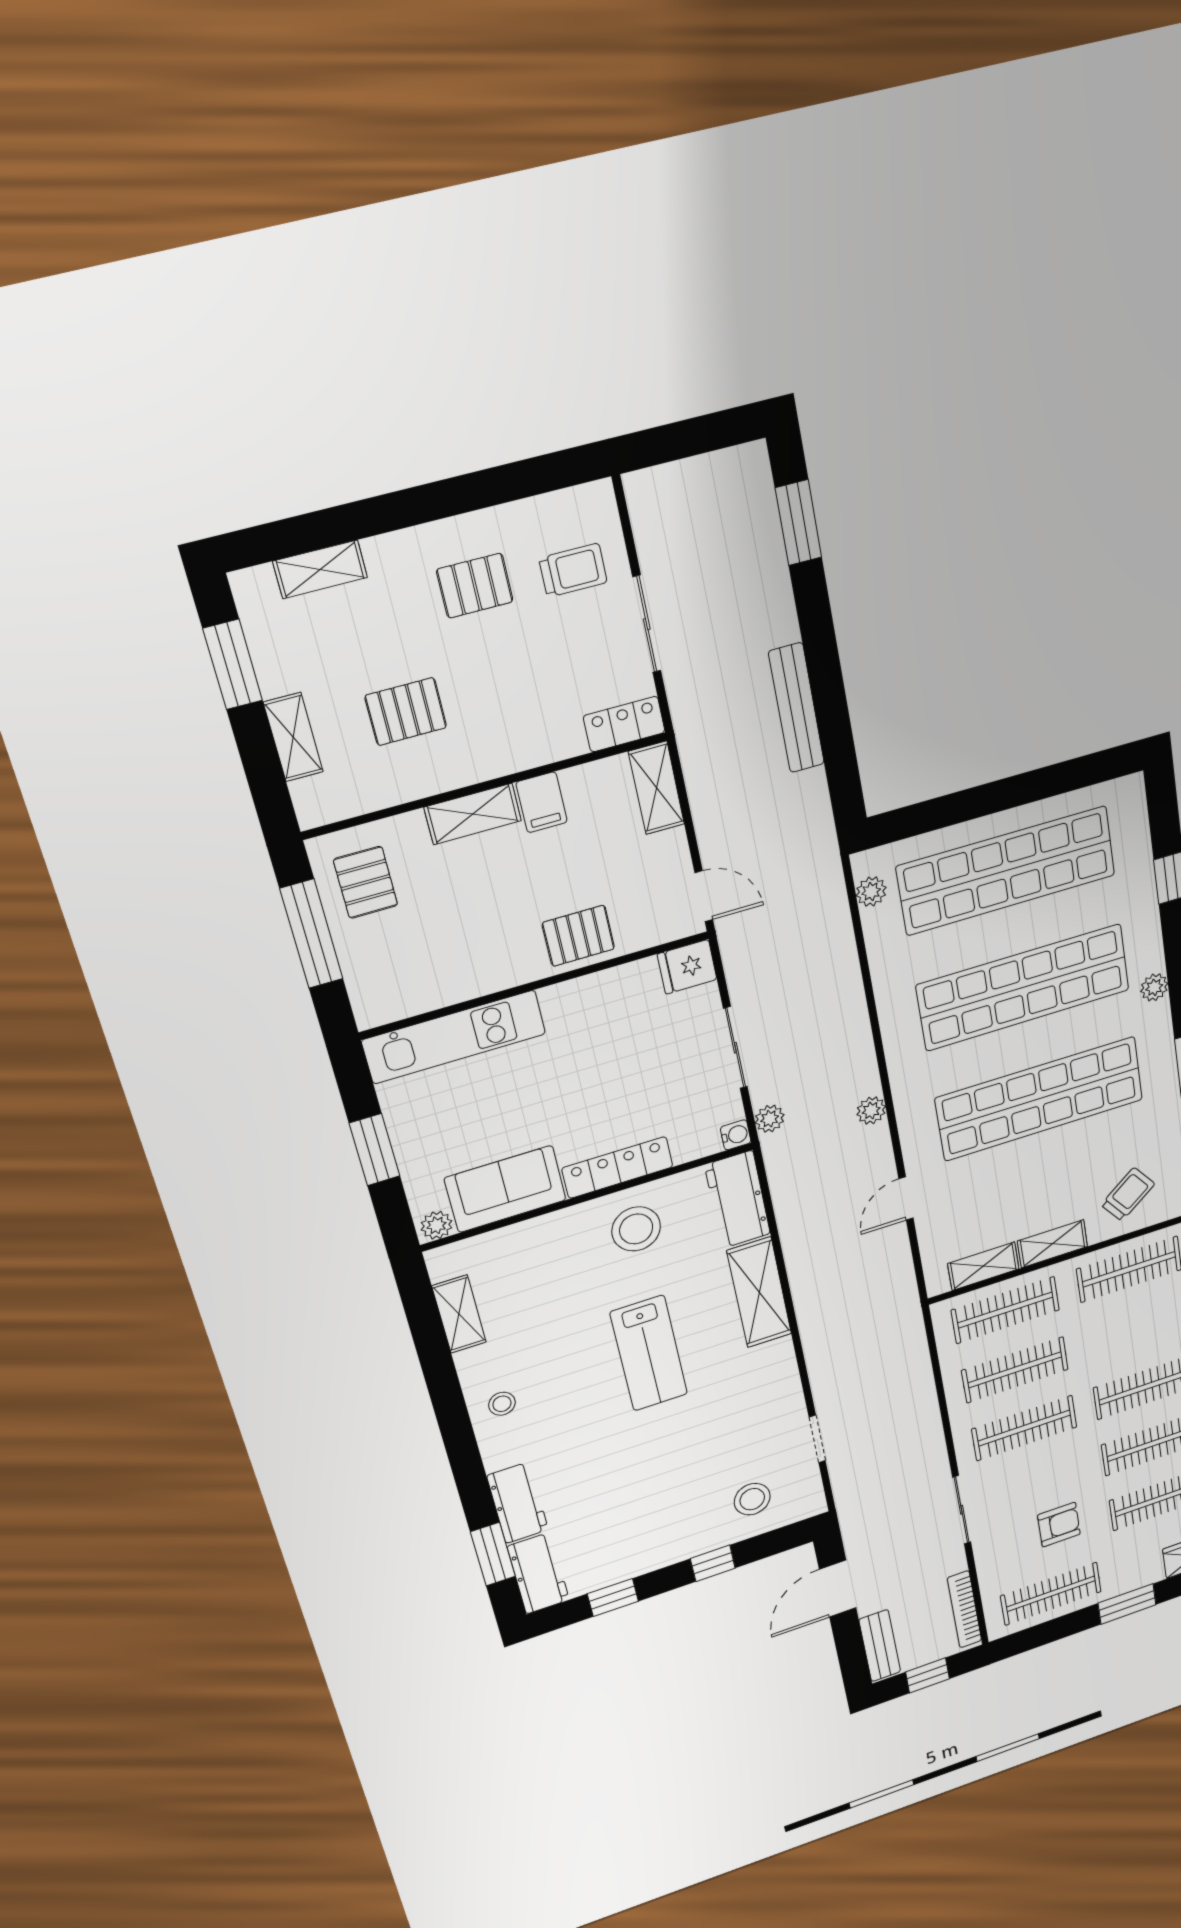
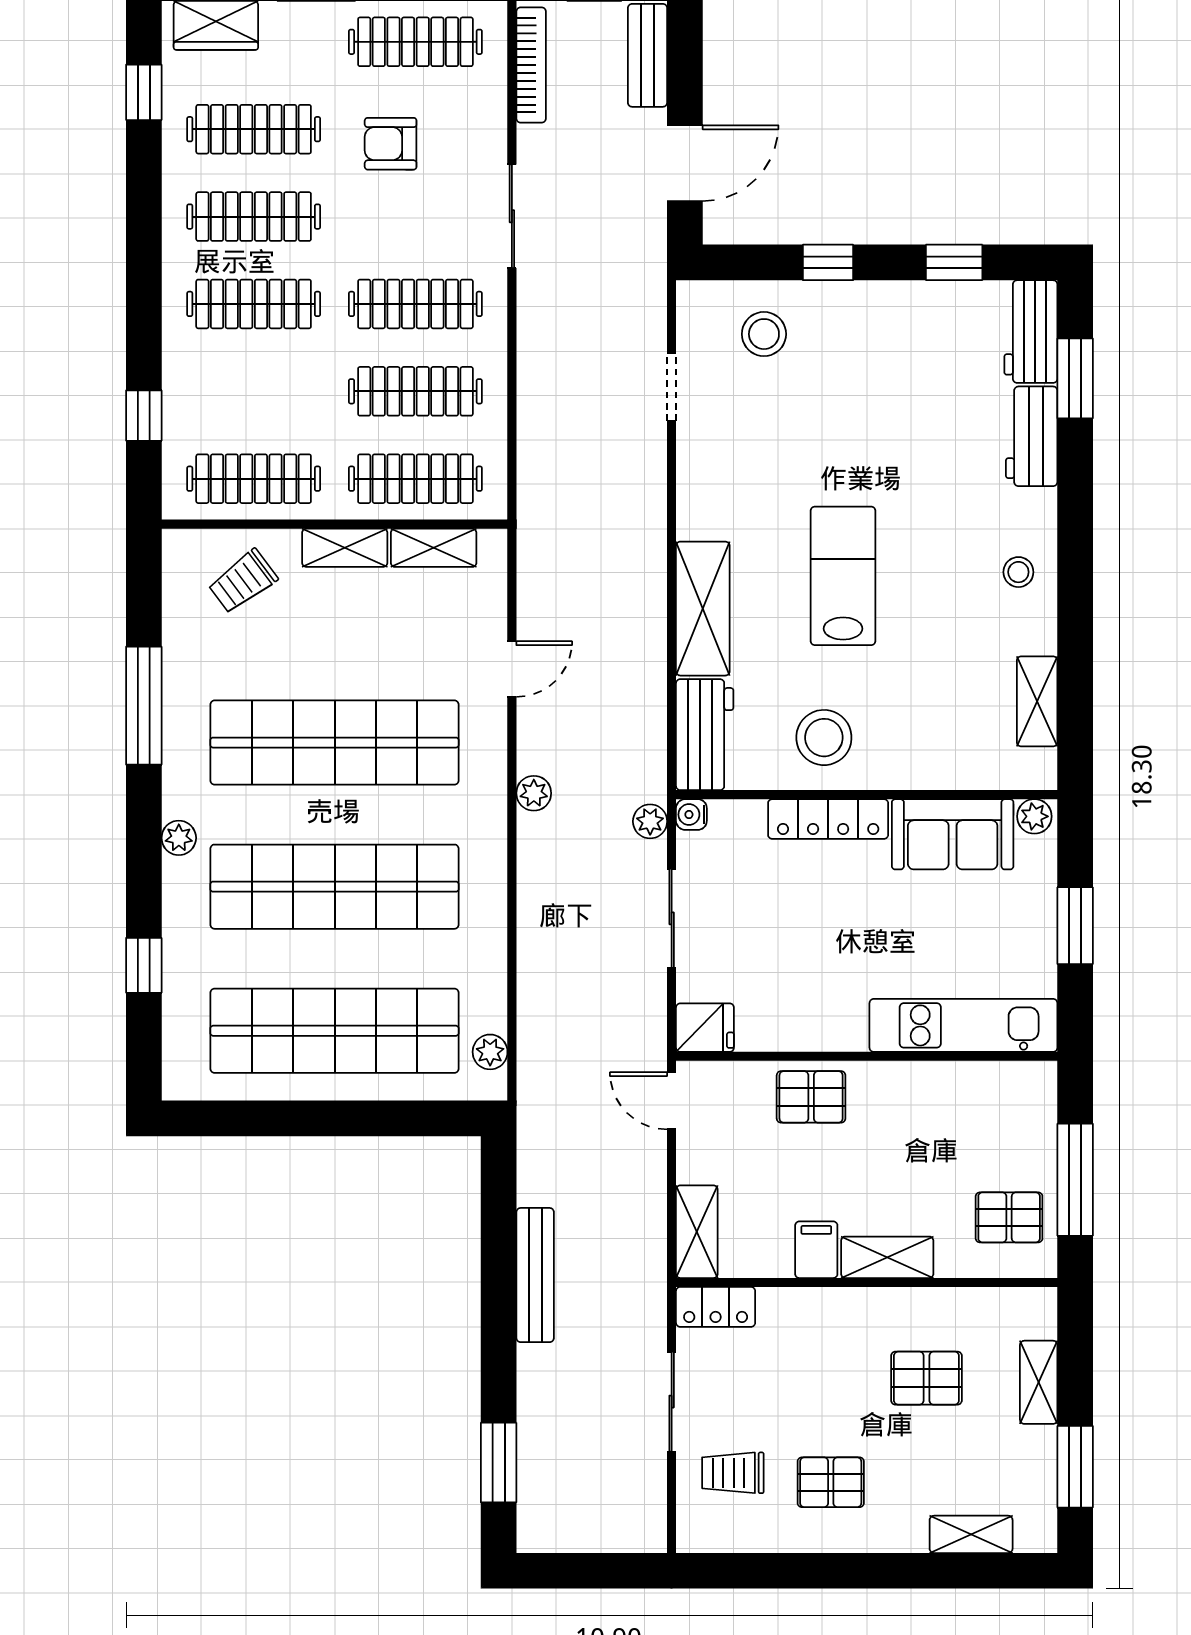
pallet: (366, 882) -> (1009, 1217), turned 90

